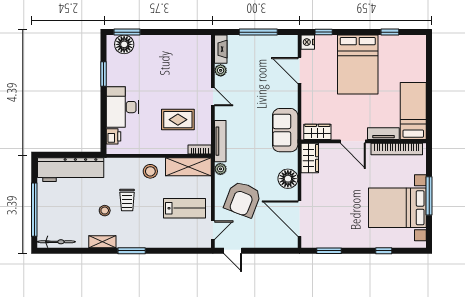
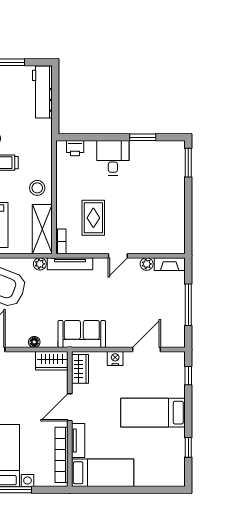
nightstand: (308, 42) -> (115, 359), moved
floor lamp: (124, 44) -> (175, 160), removed
bed: (358, 65) -> (153, 413), width x0.67
desk: (122, 107) -> (113, 158), width x0.73
workbench: (71, 170) -> (42, 92), width x0.73, depth x0.76
floor lamp: (288, 179) -> (34, 342), width x0.53, depth x0.53

